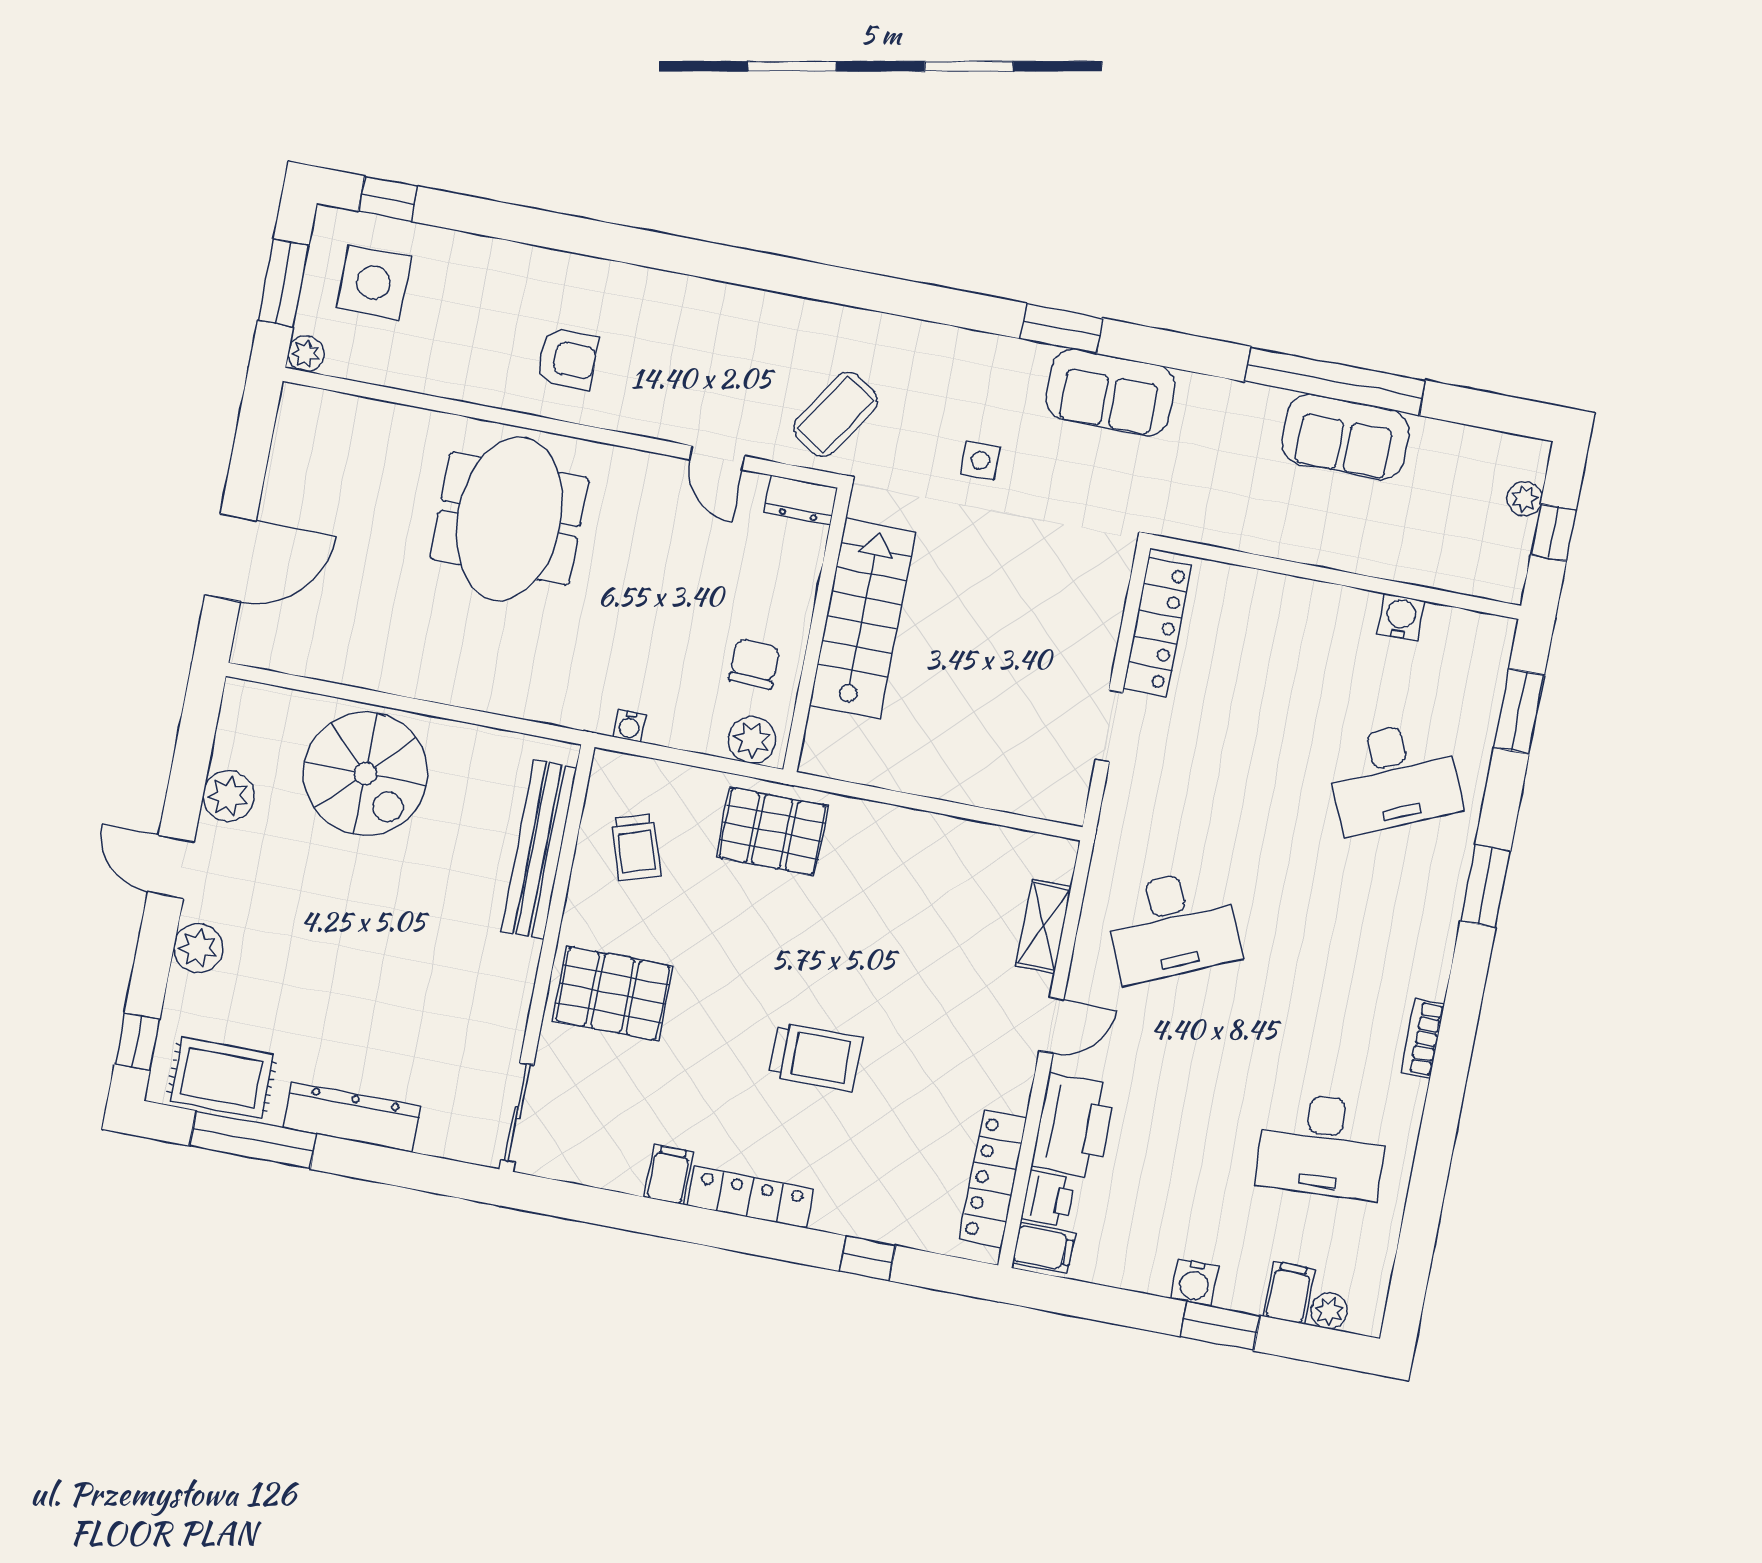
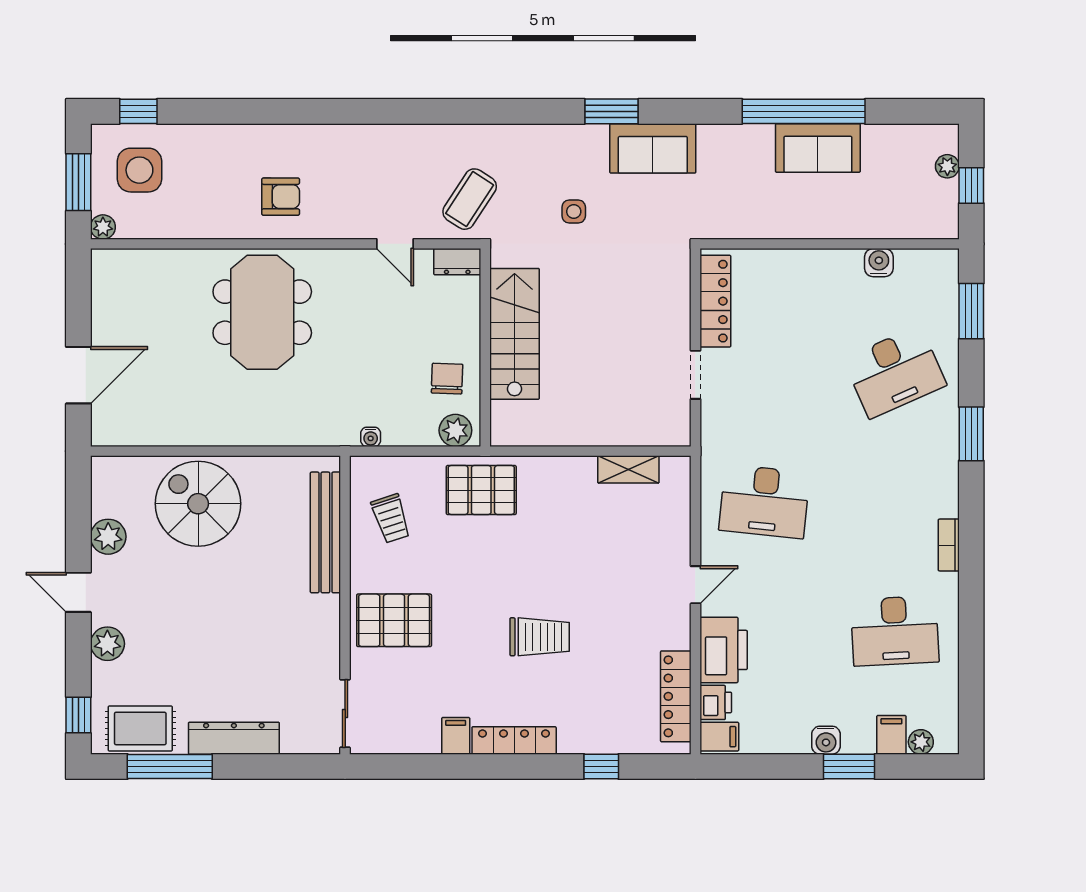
spiral stairs: (366, 774) -> (198, 504), turned 180
shelving: (1043, 926) -> (628, 469), moved, turned 90
desk: (1172, 926) -> (764, 501), turned 30

